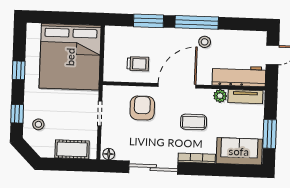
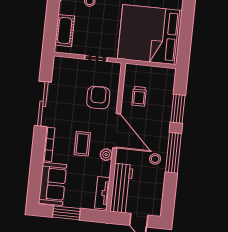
plant: (220, 96) -> (106, 155), moved
armchair: (142, 108) -> (98, 98), turned -90
floor lamp: (109, 154) -> (58, 64), removed

